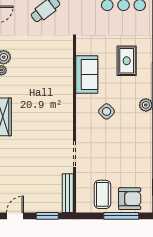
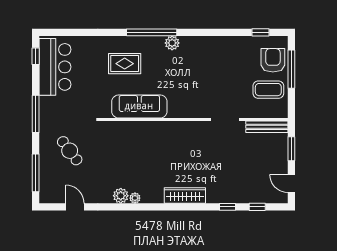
sofa: (87, 74) -> (139, 106), width x1.36
side table: (107, 111) -> (179, 85), removed

